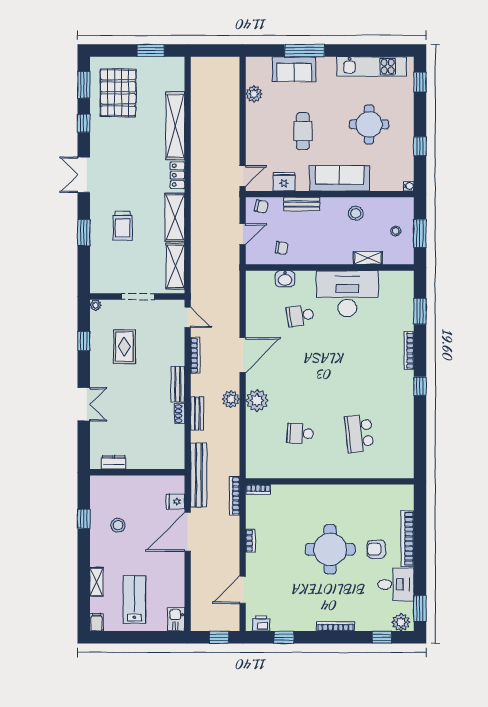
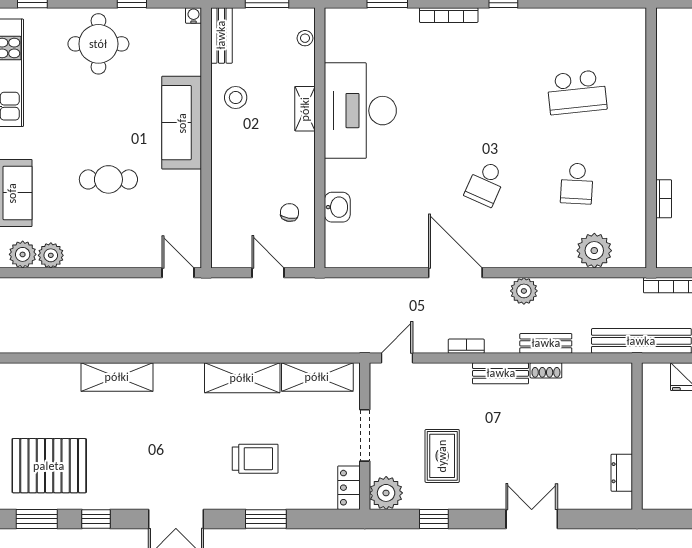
plant: (254, 76) -> (23, 254), added
round table: (369, 124) -> (98, 44), moved
shelving: (175, 126) -> (117, 377), width x0.68
locker: (177, 175) -> (349, 488), moved, turned 90
fridge: (284, 182) -> (187, 209), removed
bench: (302, 204) -> (221, 35), moved
chair: (261, 207) -> (225, 244), removed
stool: (396, 231) -> (305, 38), moved
shelving: (368, 258) -> (305, 109), moved
plant: (96, 305) -> (386, 493), width x1.88, depth x1.88
school desk: (300, 316) -> (485, 183), moved, turned 33
rug: (124, 346) -> (442, 456), turned 90
bookcase: (195, 356) -> (466, 346), width x0.64
plant: (257, 400) -> (594, 251), moved
bookcase: (258, 489) -> (664, 199), moved

